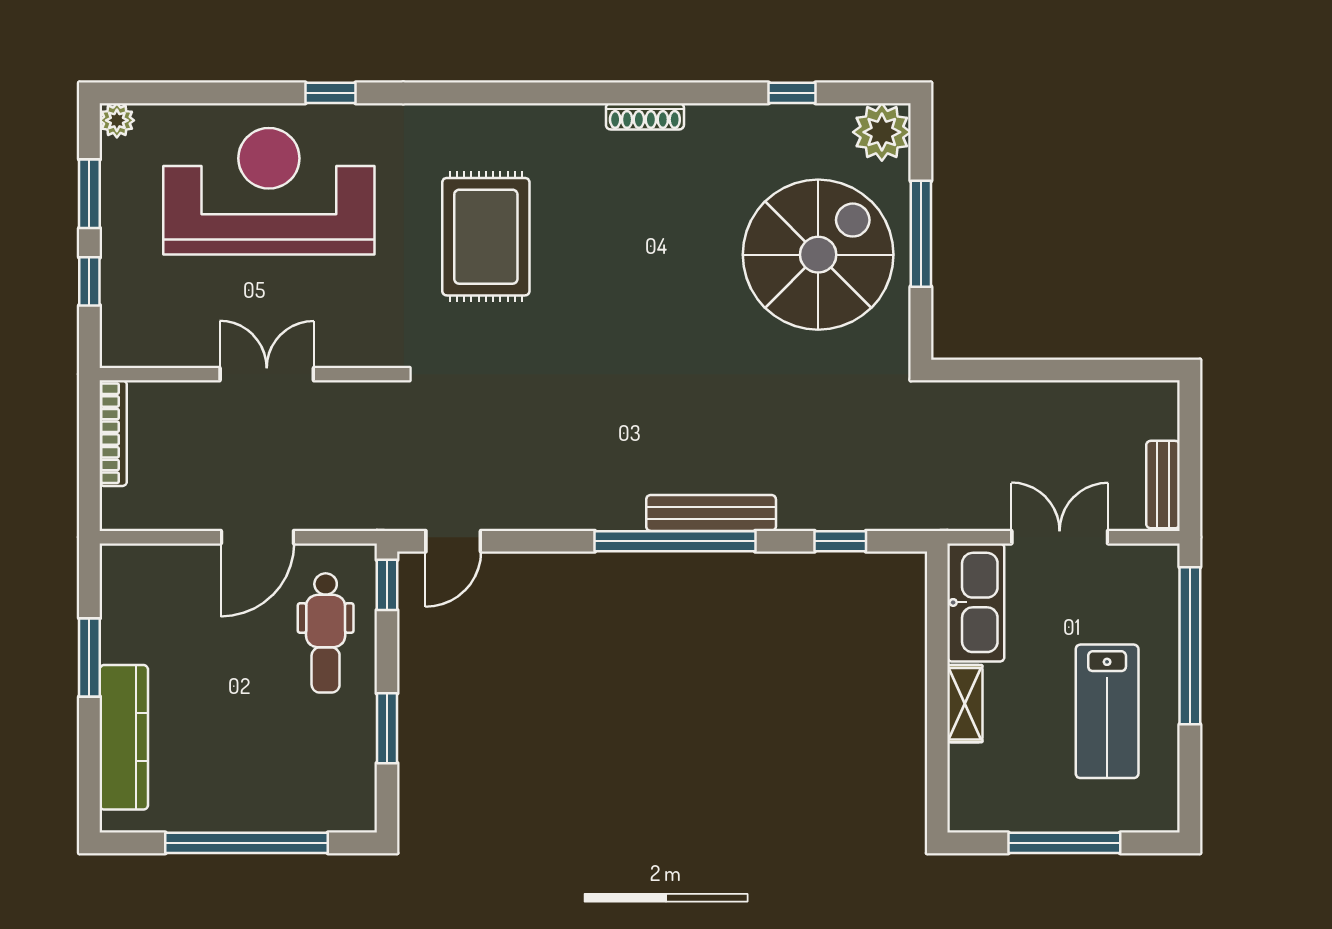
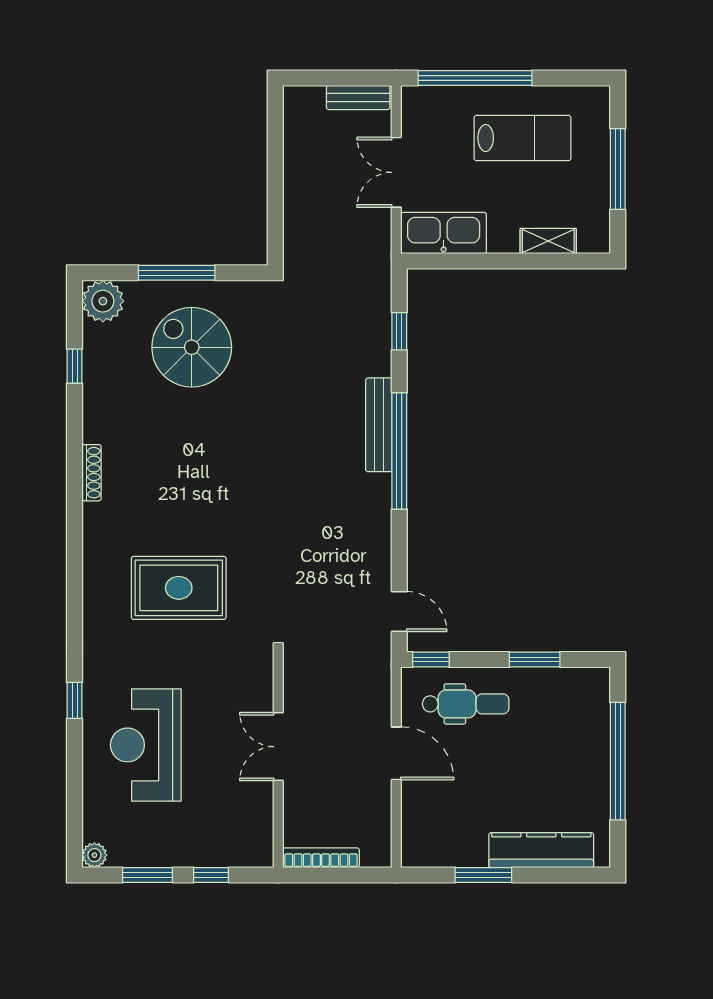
reception desk: (269, 191) -> (146, 745), width x0.74, depth x0.77
spiral stairs: (818, 255) -> (192, 347), width x0.73, depth x0.73
shelving: (965, 704) -> (548, 241), moved

